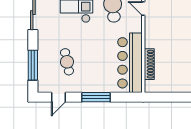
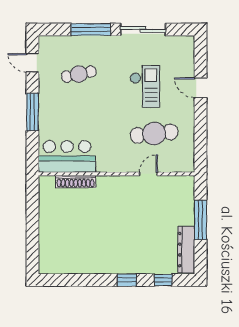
bar counter: (130, 63) -> (67, 156), width x0.73
window: (33, 65) -> (91, 29), moved

